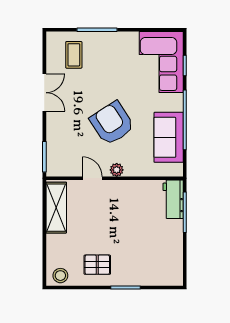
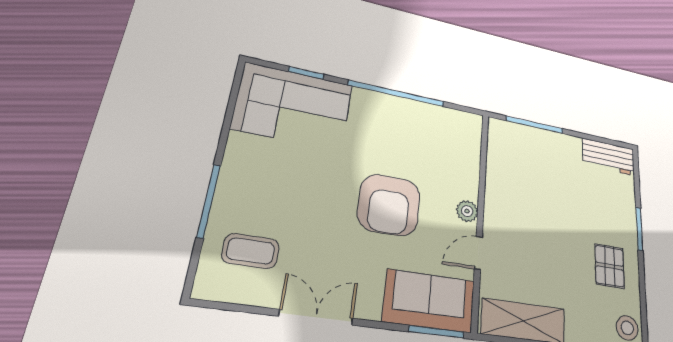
armchair: (112, 123) -> (389, 205), turned -57
sofa: (169, 137) -> (429, 301), moved, turned 180
workbench: (173, 199) -> (609, 157), moved

